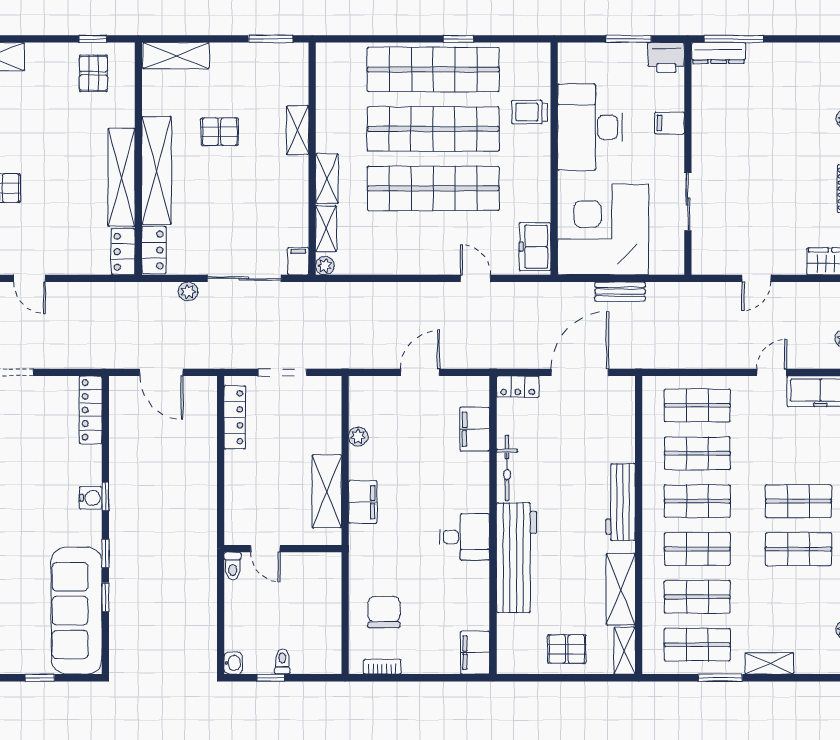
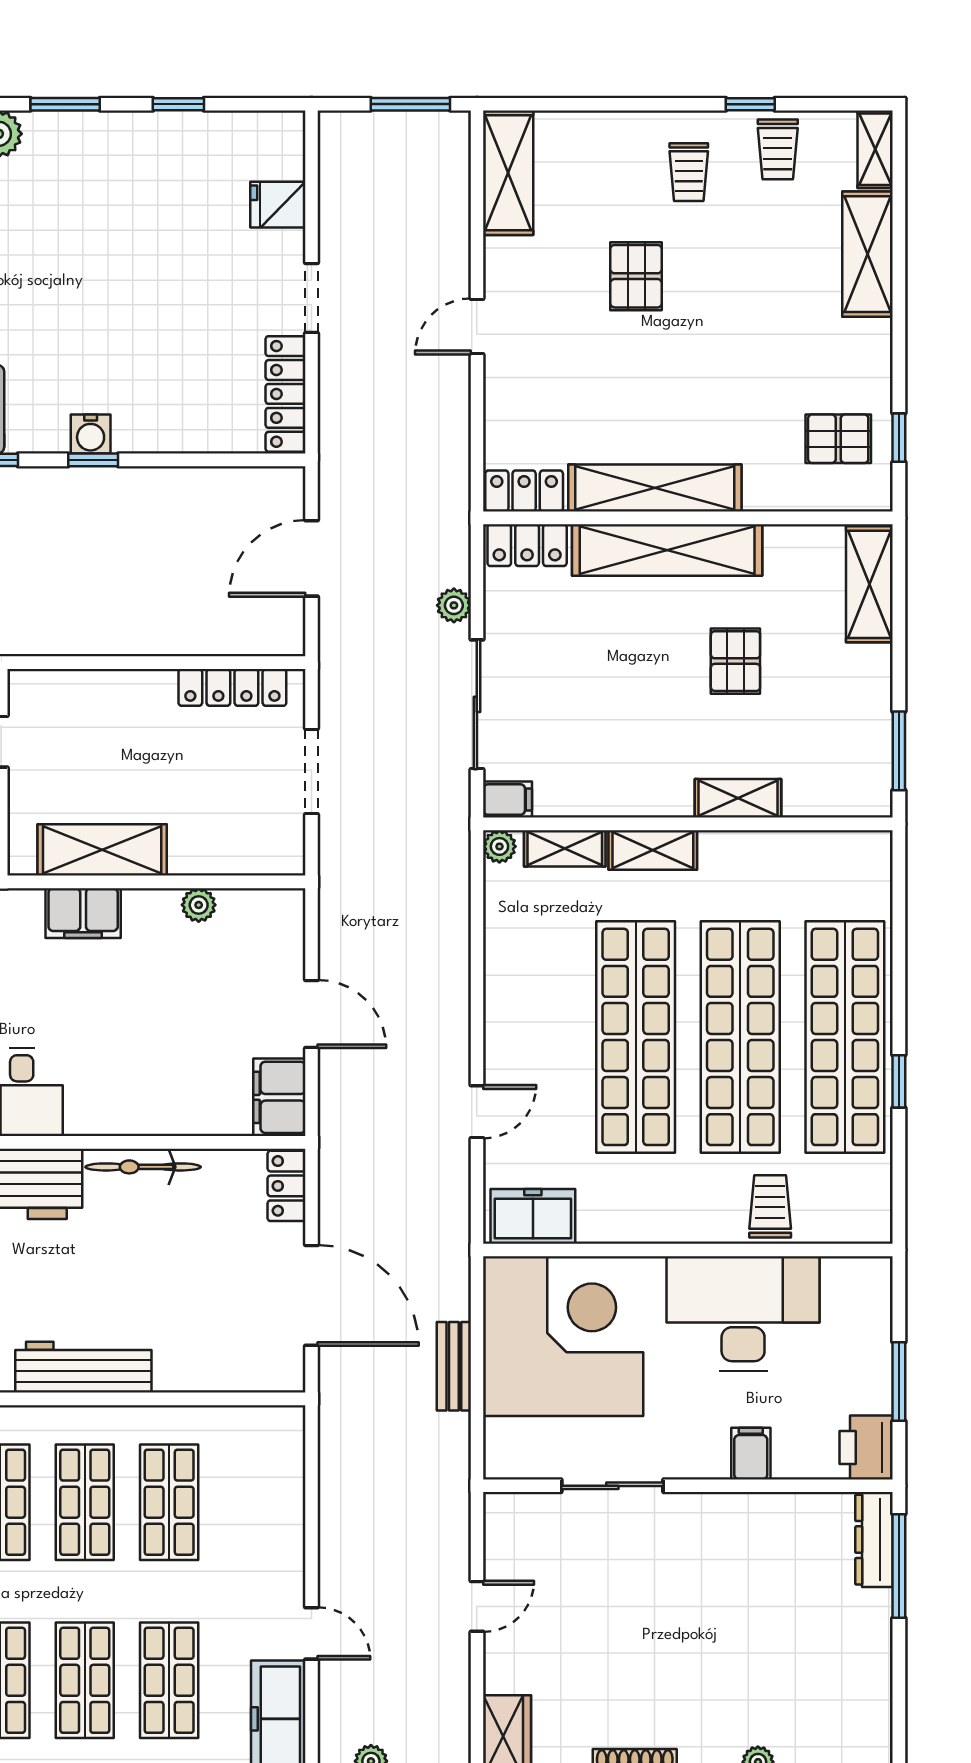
door: (756, 278) -> (477, 1606), swing flipped
shop shelf: (697, 405) -> (169, 1680), moved
locker: (91, 410) -> (286, 394), moved, turned -90
filing cabinet: (475, 429) -> (279, 1097), moved, turned -90

